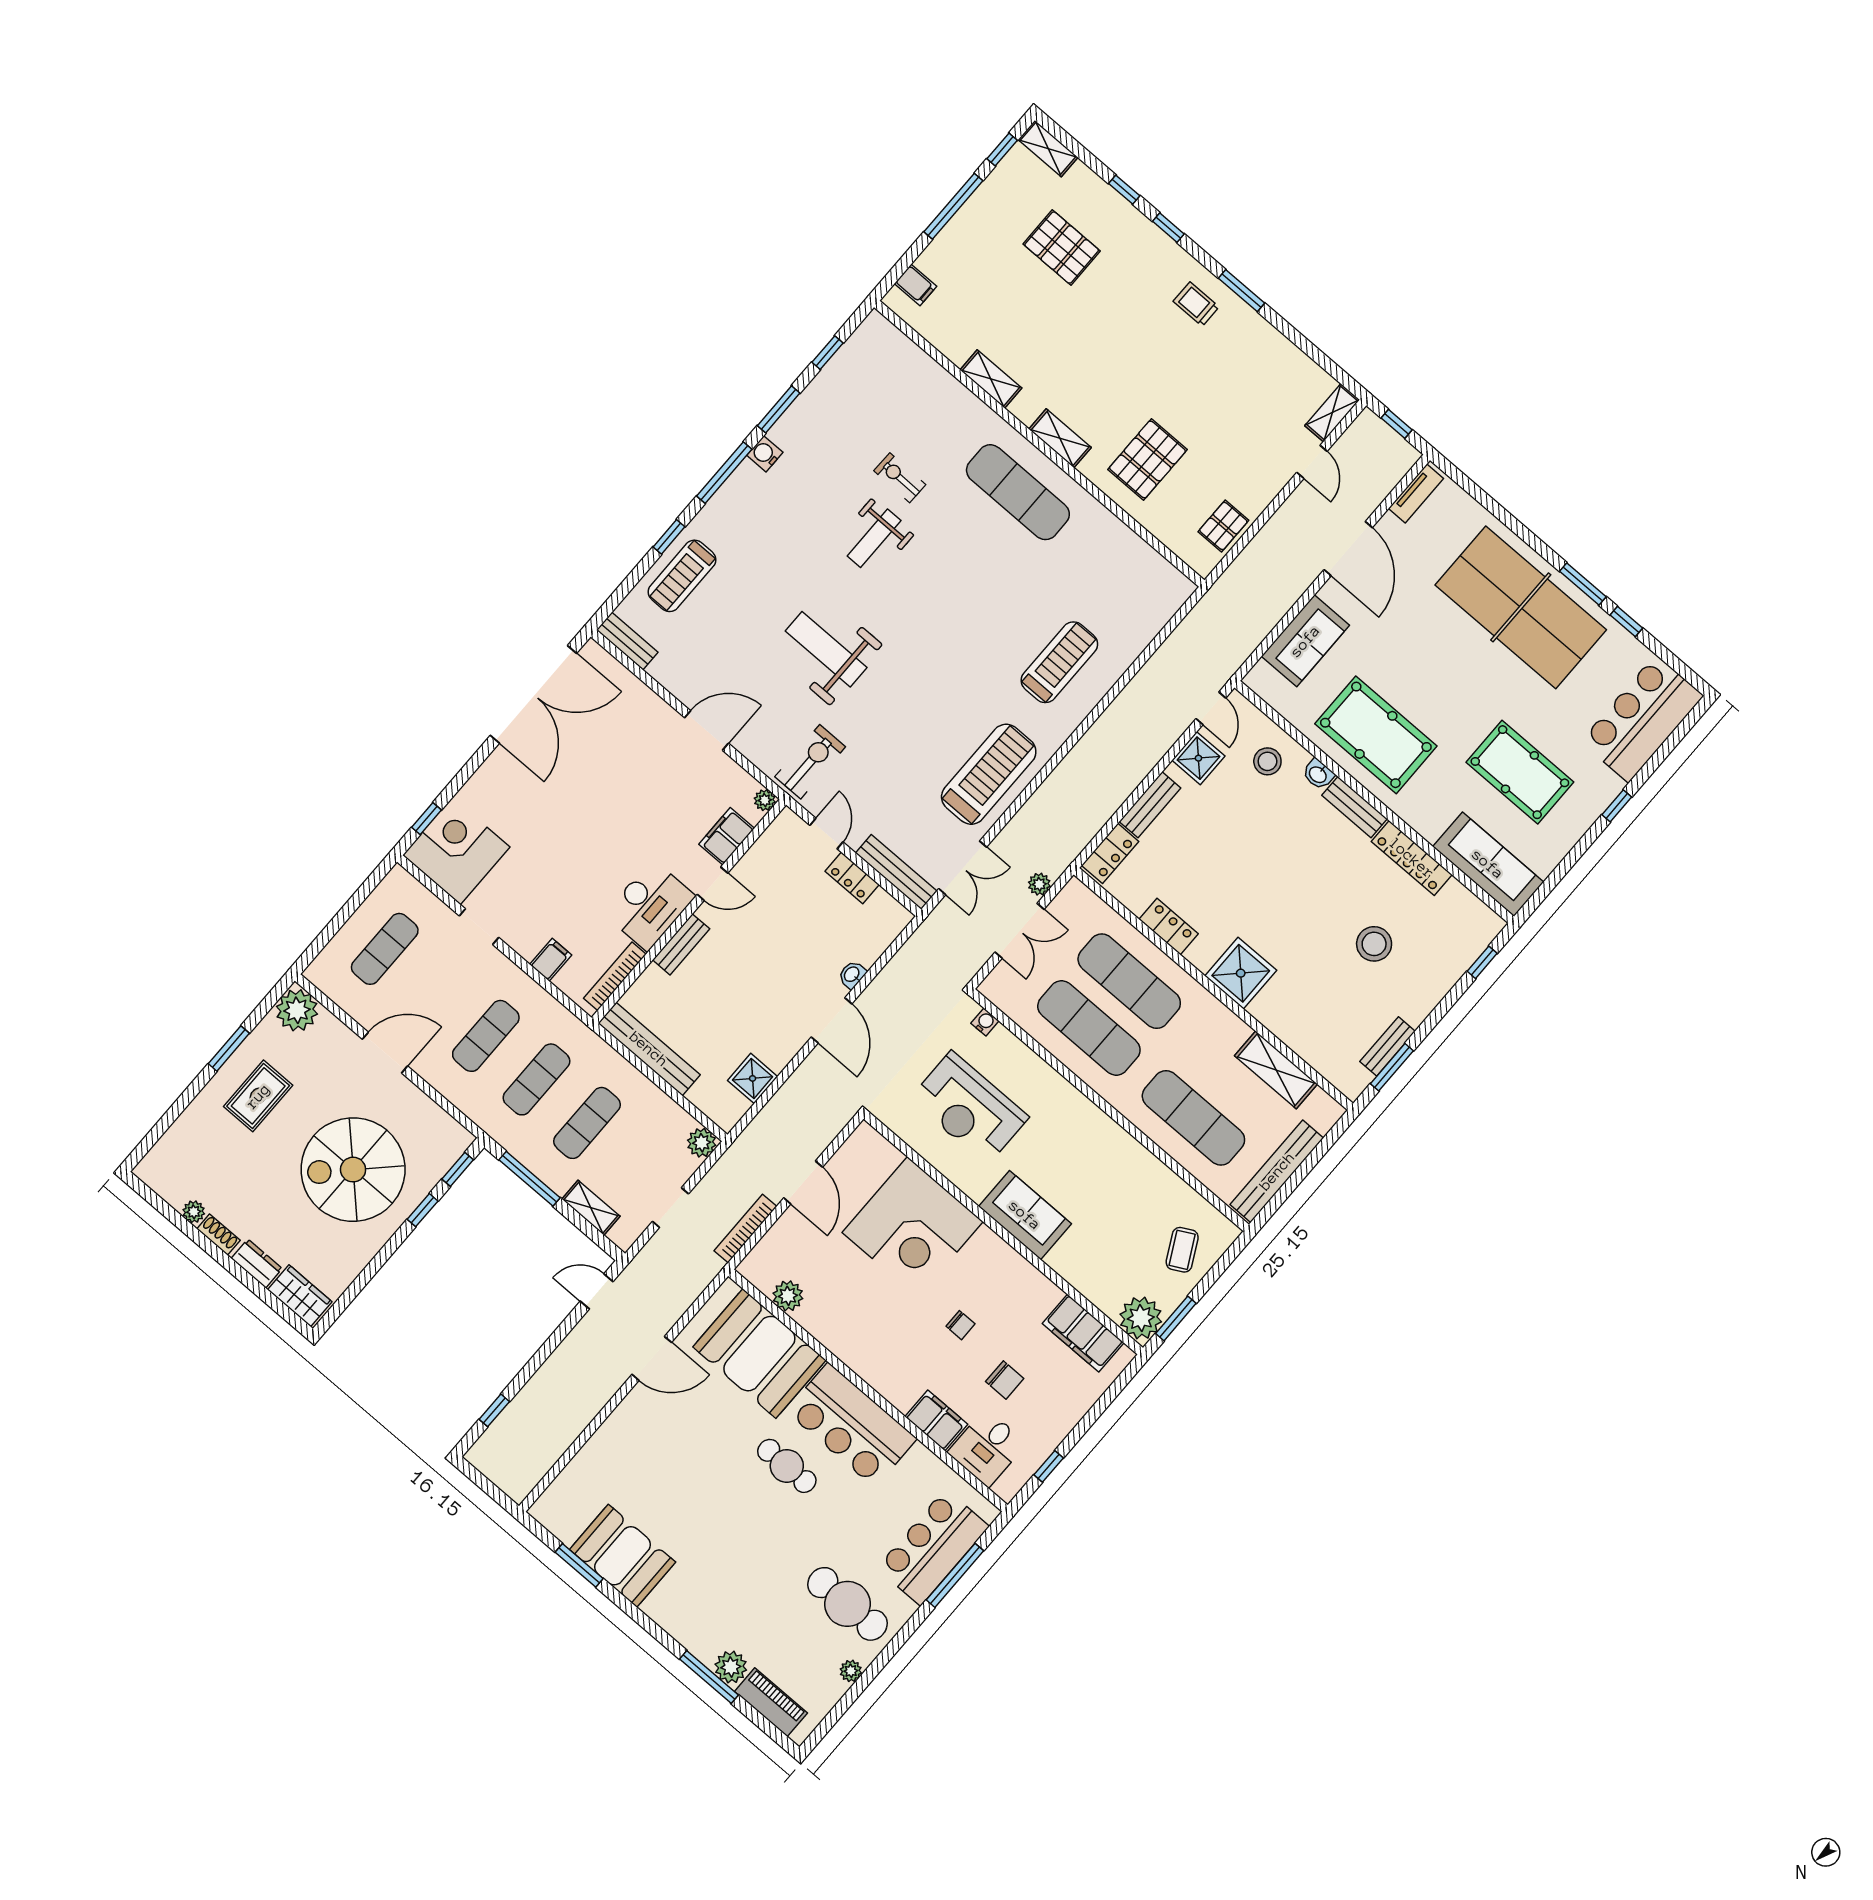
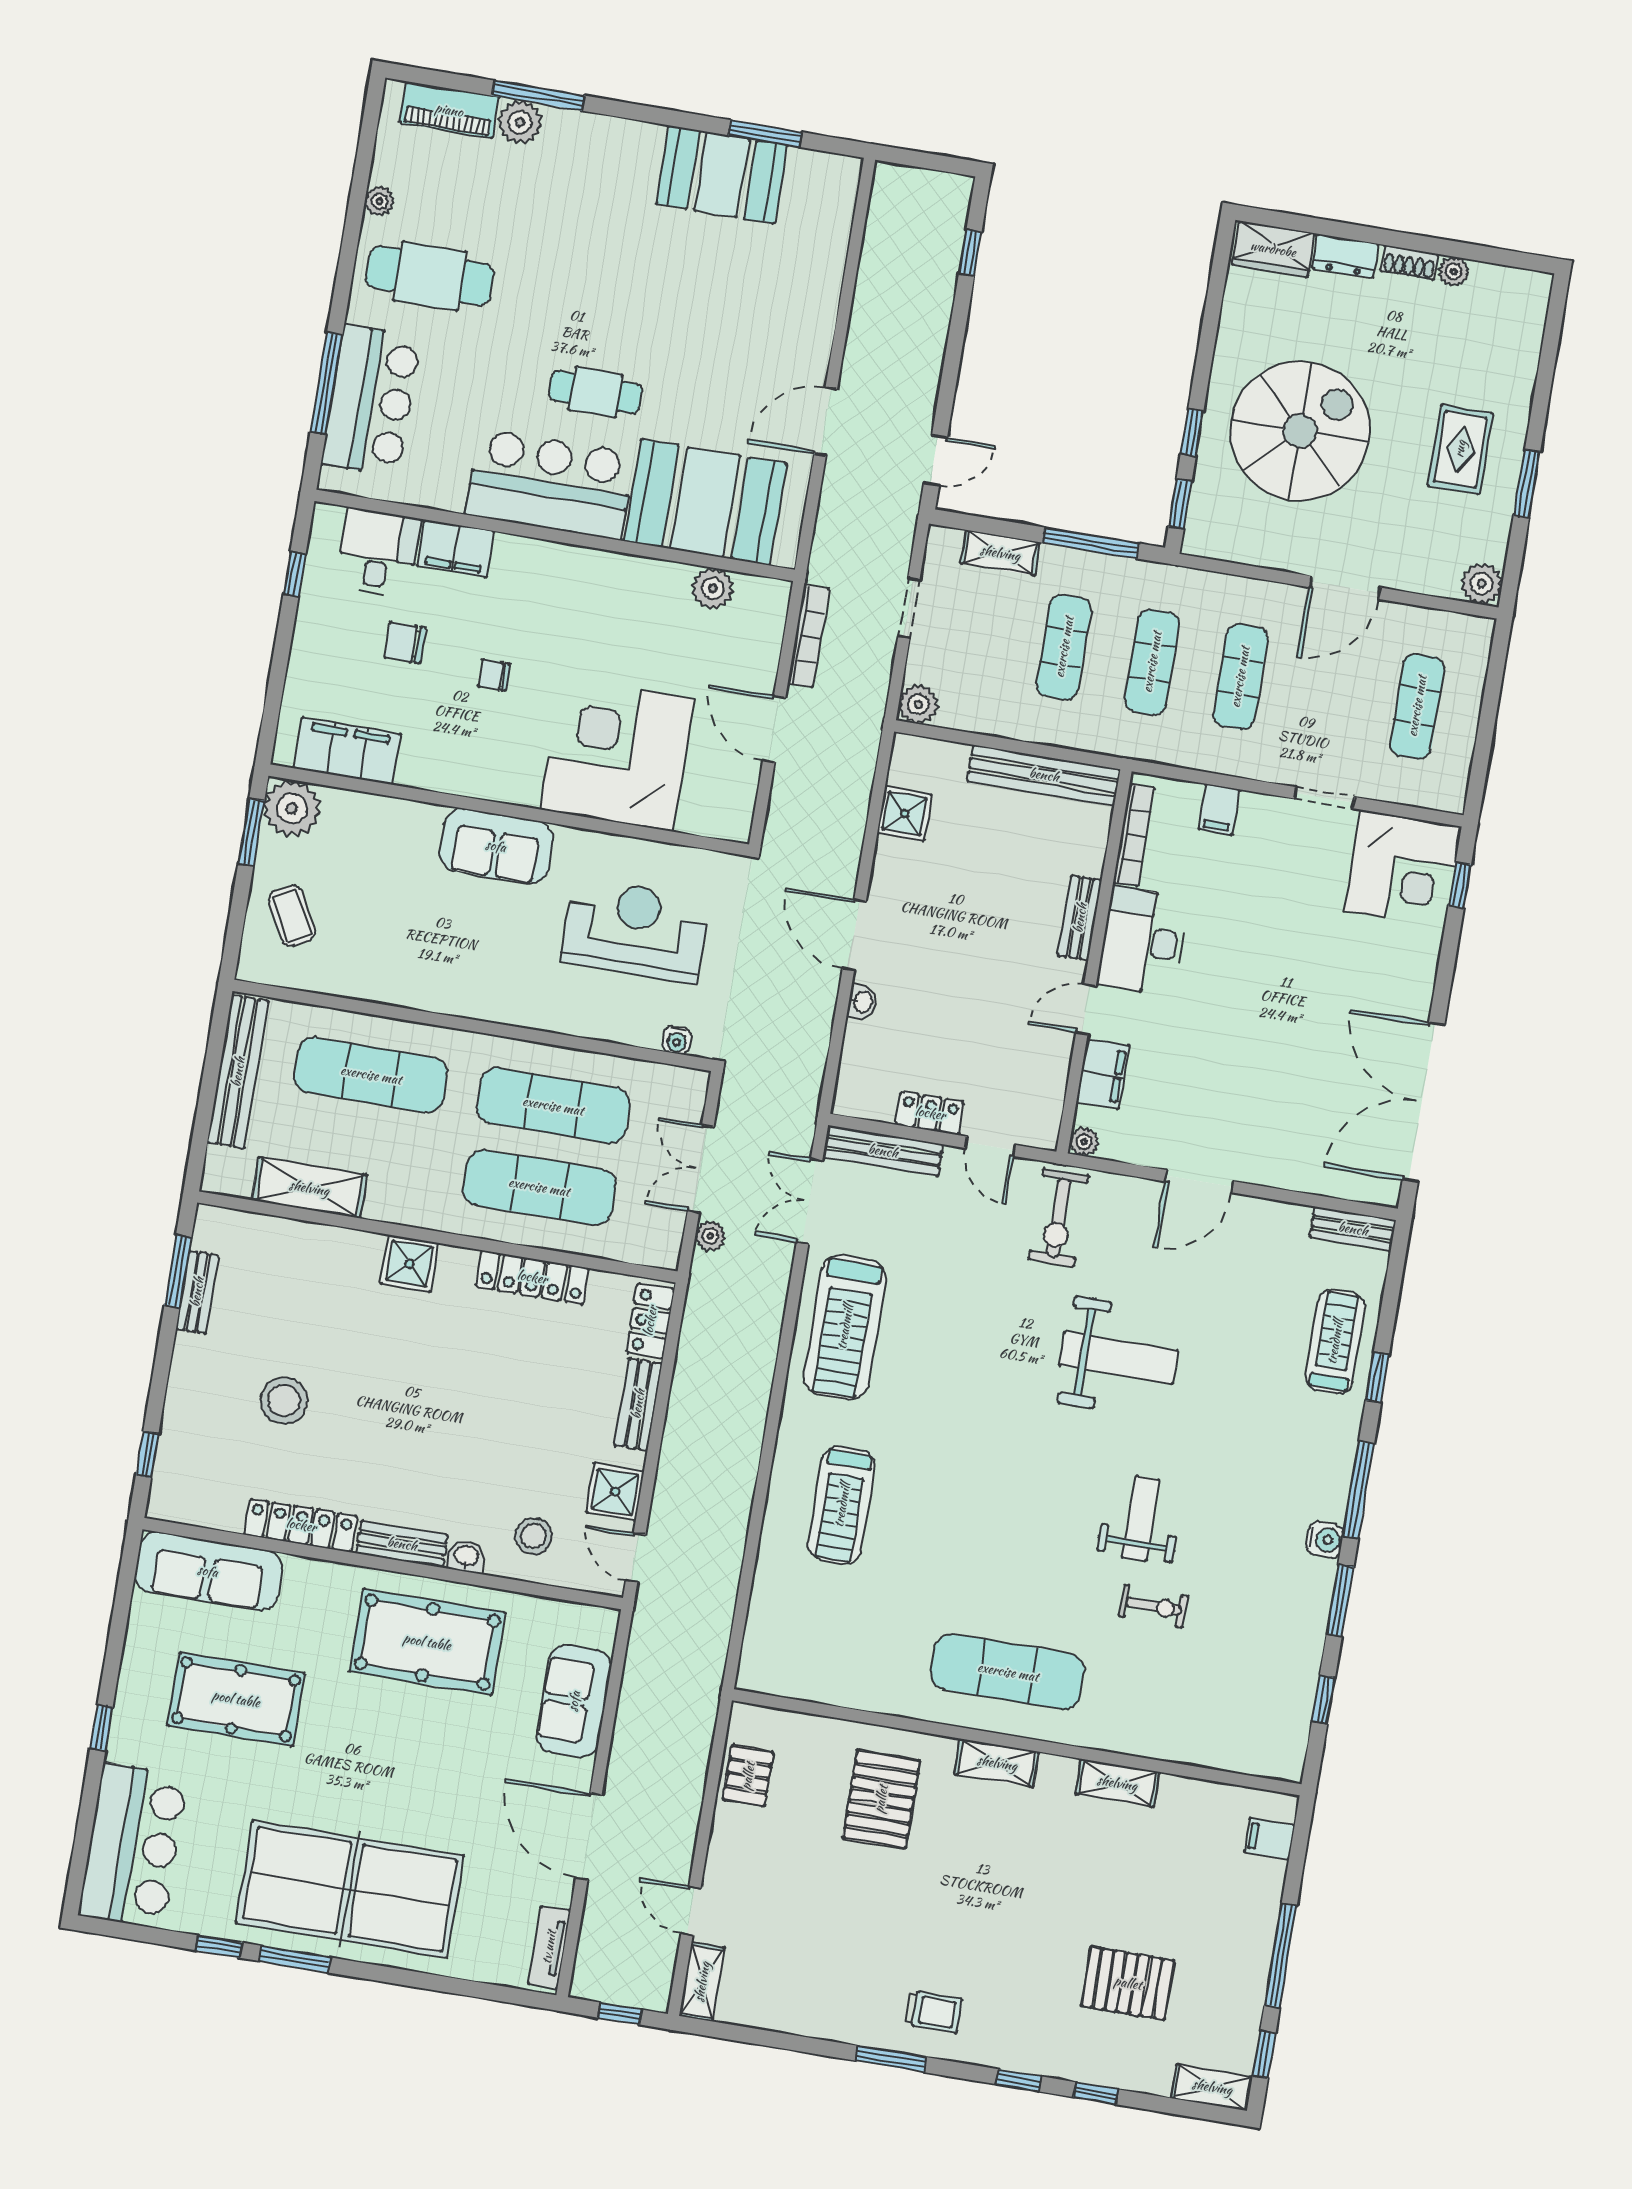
locker: (1169, 927) -> (532, 1277), width x1.53
shower: (1241, 973) -> (409, 1264), width x0.73, depth x0.73
plant: (297, 1010) -> (1482, 584), width x0.73, depth x0.73

